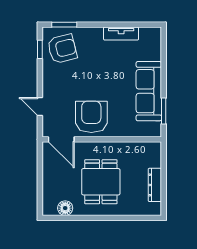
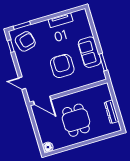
sofa: (149, 91) -> (90, 52), width x0.73
armchair: (91, 117) -> (62, 66), moved
floor lamp: (65, 208) -> (48, 147), moved

